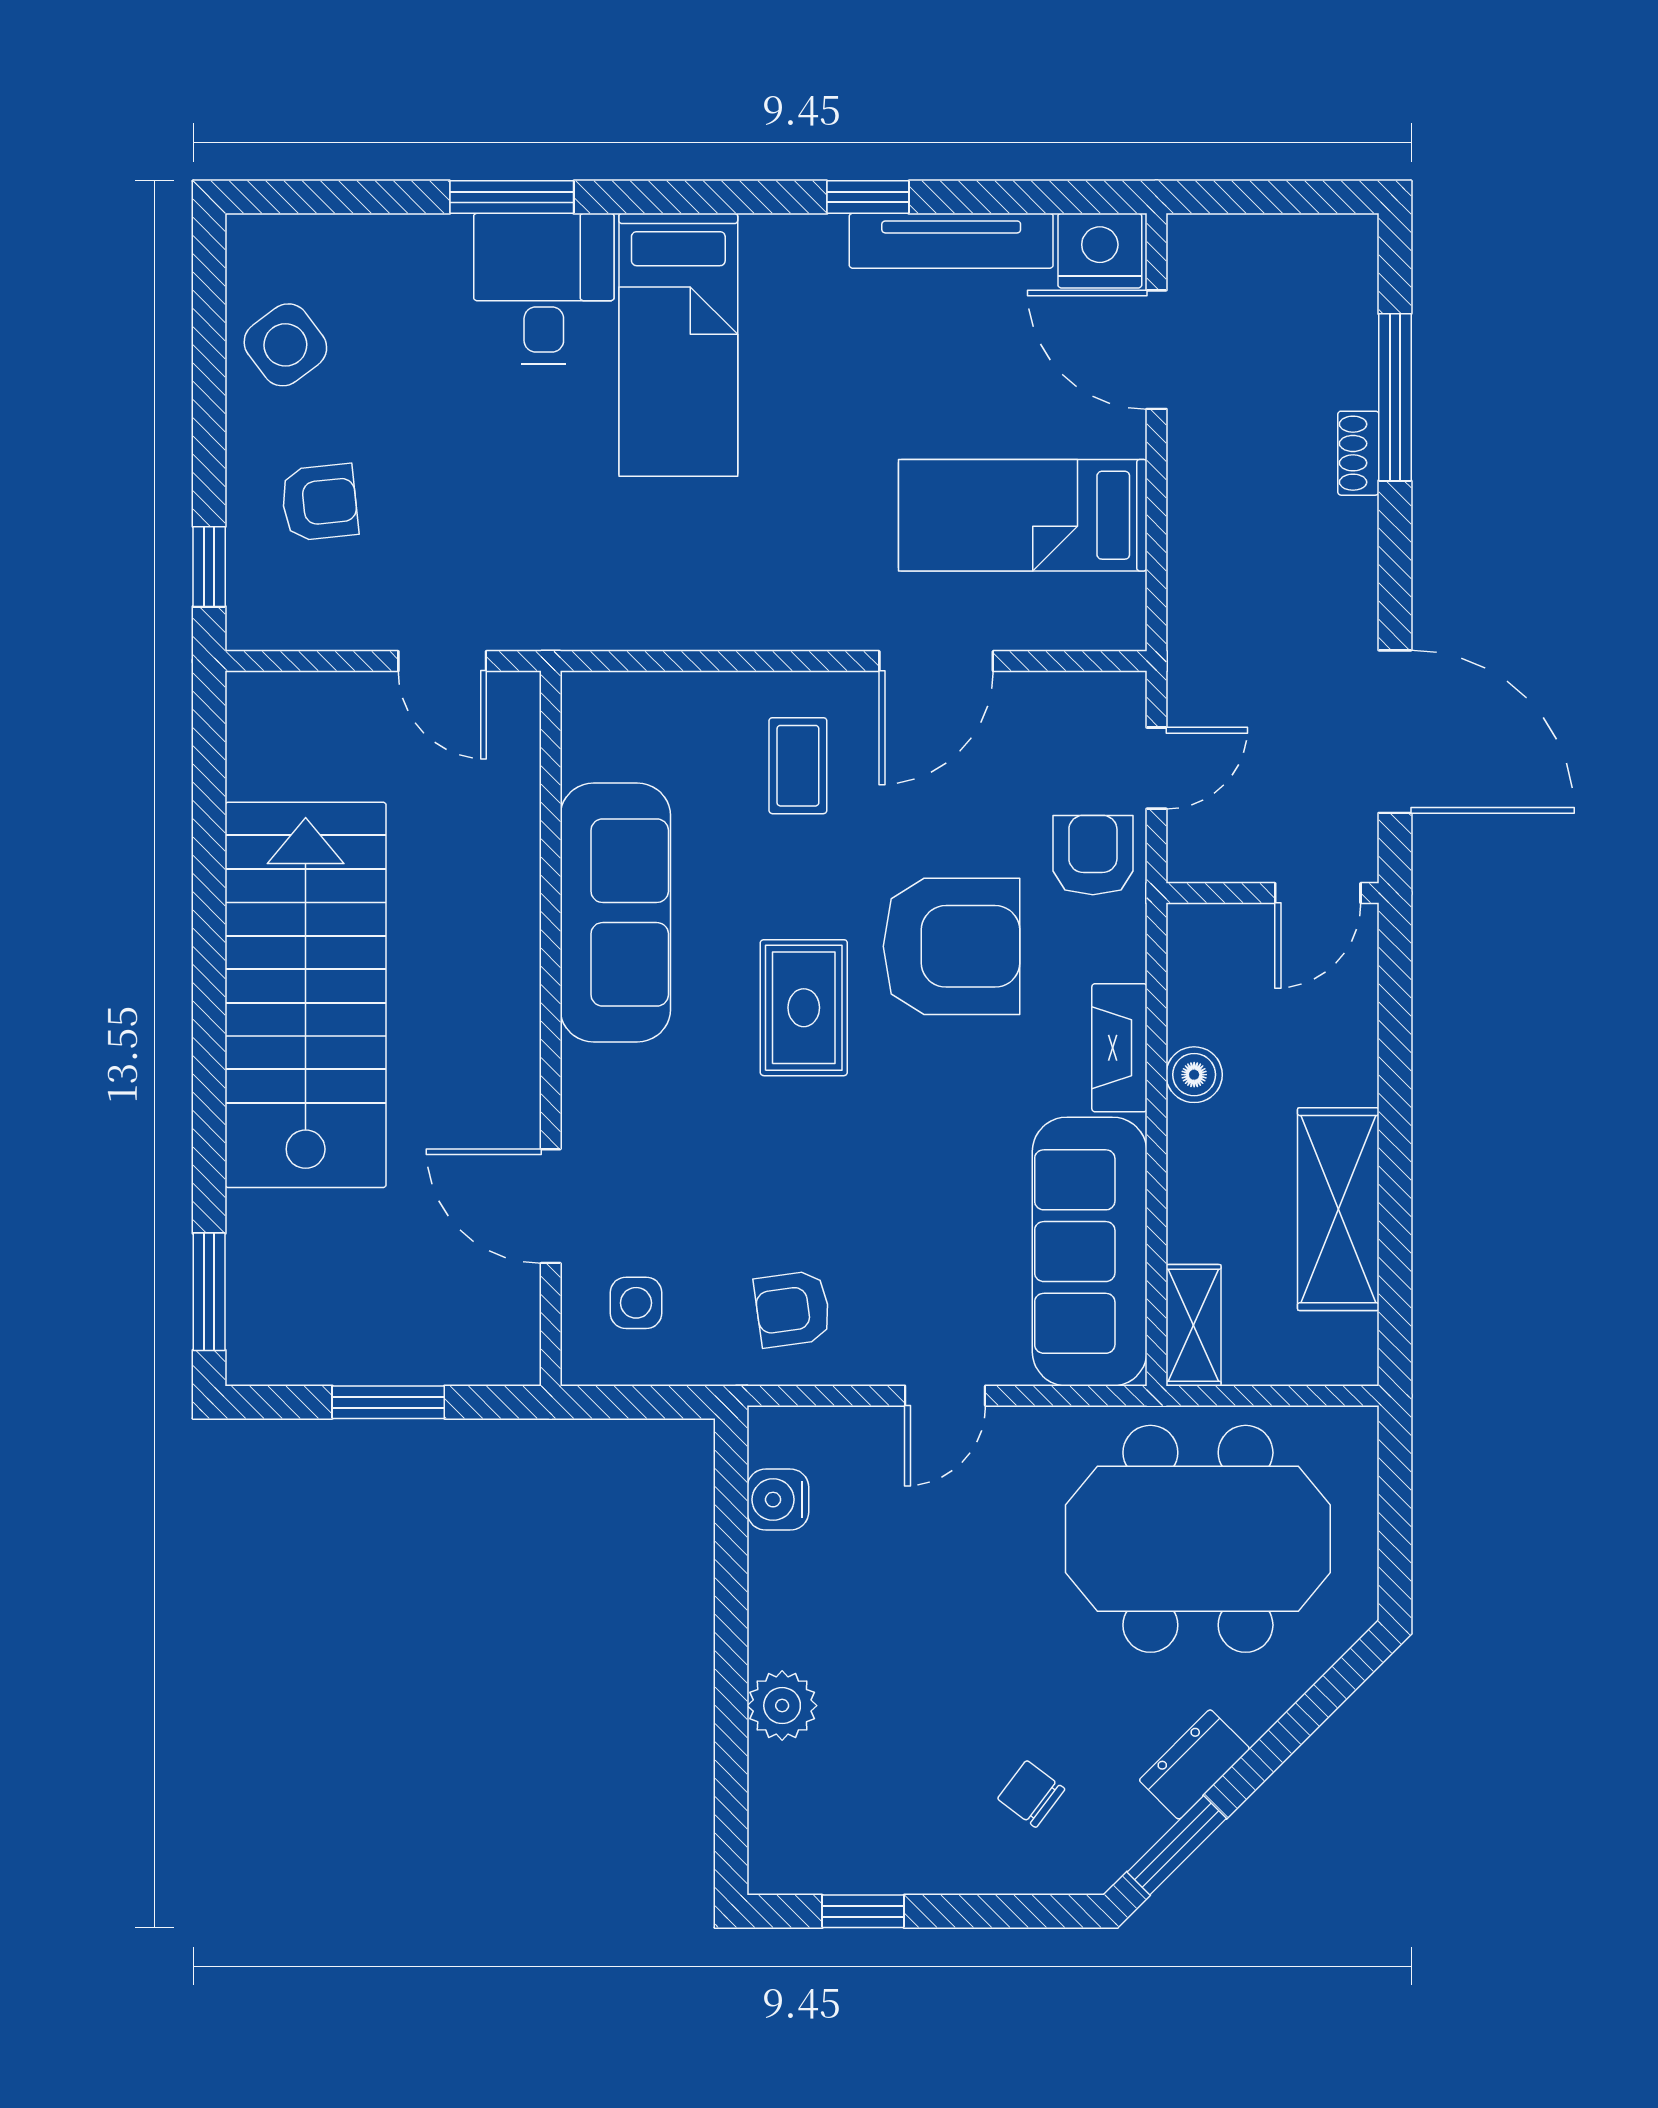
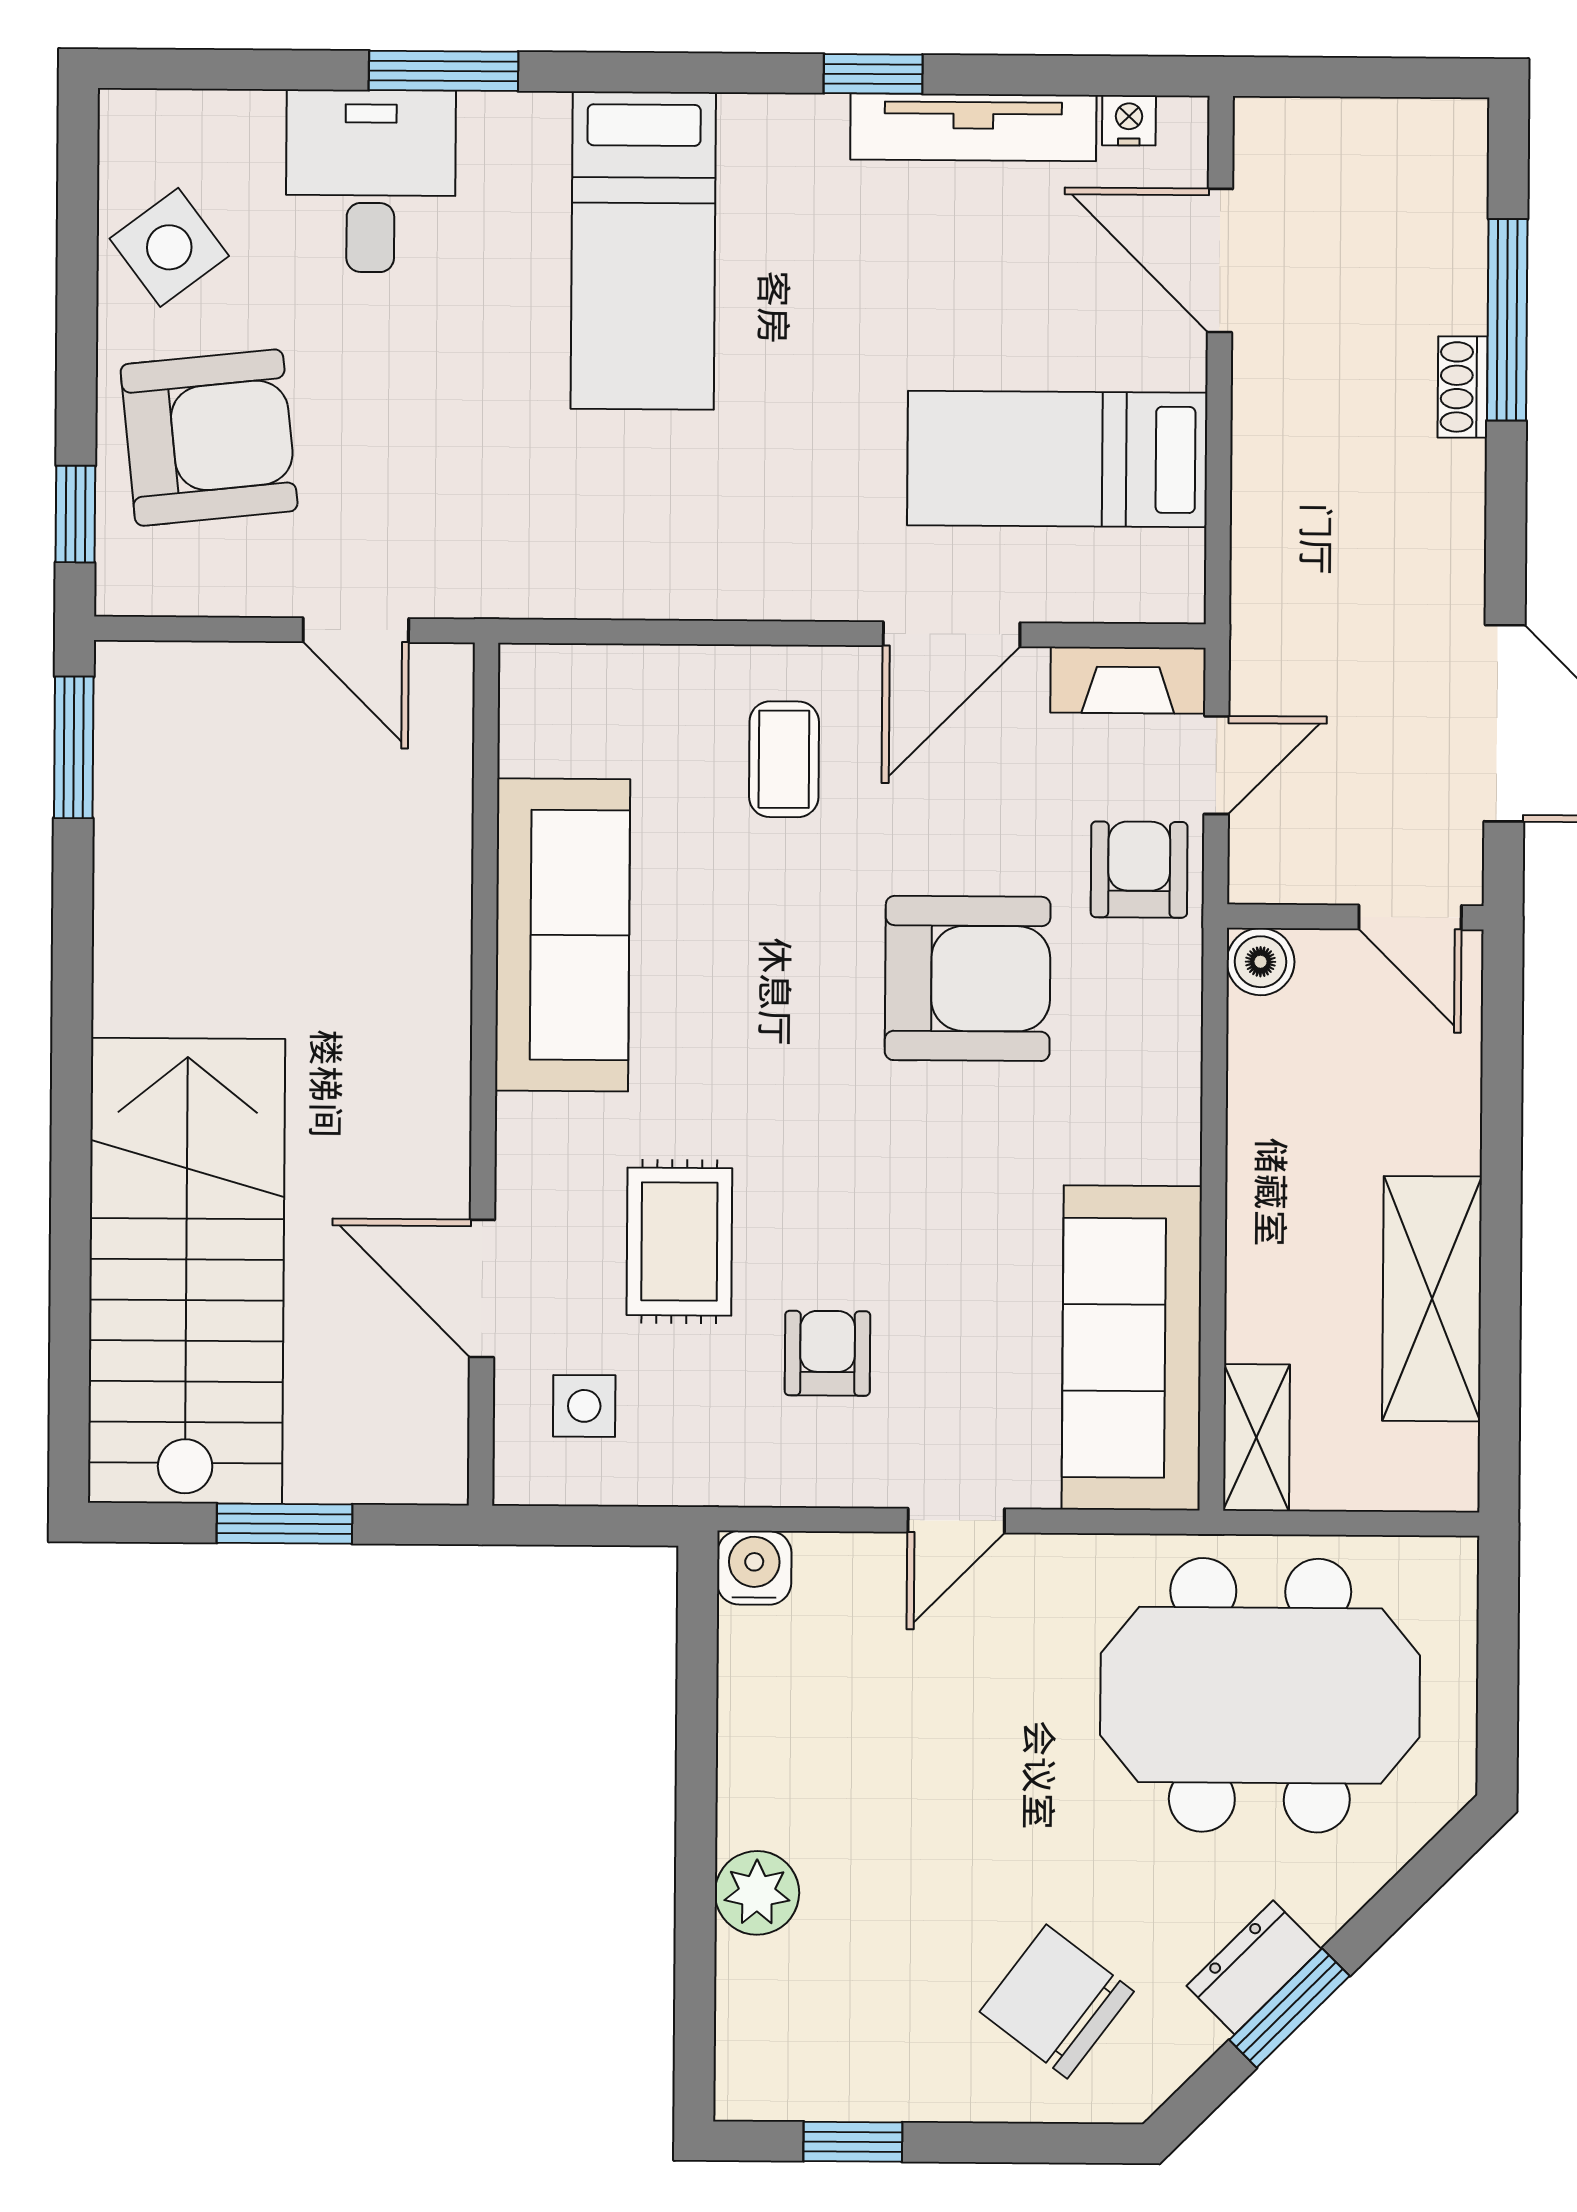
nightstand: (1100, 251) -> (1129, 120), width x0.53, depth x0.56
desk: (544, 289) -> (371, 181), moved
armchair: (320, 502) -> (209, 438), width x1.88, depth x1.88
door: (1318, 893) -> (1410, 917), hinge flipped
stairs: (306, 995) -> (186, 1271), moved
rug: (804, 1008) -> (679, 1242), moved
fireplace: (1119, 1048) -> (1128, 680), moved, turned -90
boiler: (1194, 1075) -> (1261, 962), moved
window: (209, 1292) -> (74, 747), moved
armchair: (793, 1309) -> (827, 1353), moved, turned 98
water cooler: (778, 1500) -> (754, 1568), moved, turned 90
chair: (1031, 1794) -> (1057, 2002), width x1.87, depth x1.87
window: (1177, 1845) -> (1289, 2008), moved

